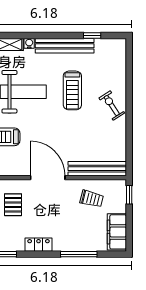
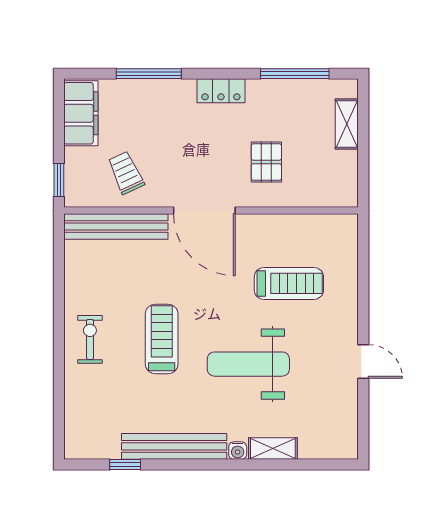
treadmill: (72, 90) -> (162, 339), moved
exercise bike: (112, 106) -> (90, 339), turned -147
trolley: (92, 199) -> (126, 173), turned 51

